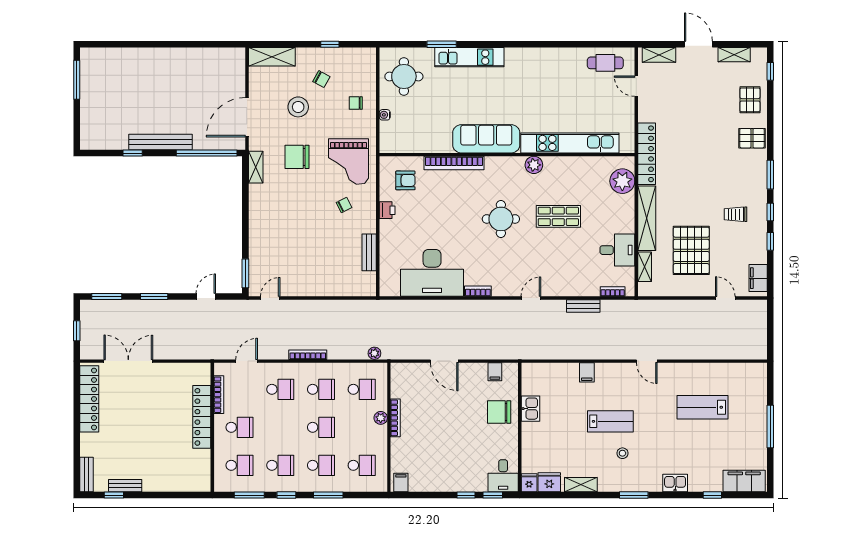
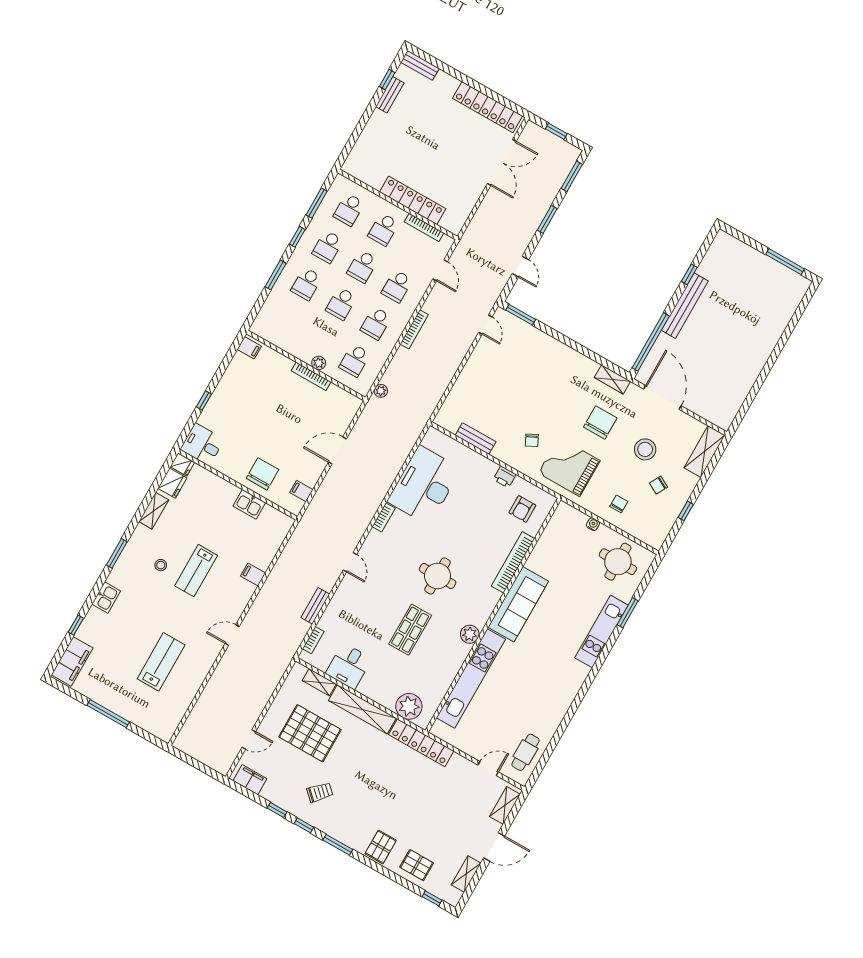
trolley: (735, 214) -> (320, 792), turned 43
school desk: (362, 465) -> (362, 266), moved
window: (493, 495) -> (190, 425), removed

